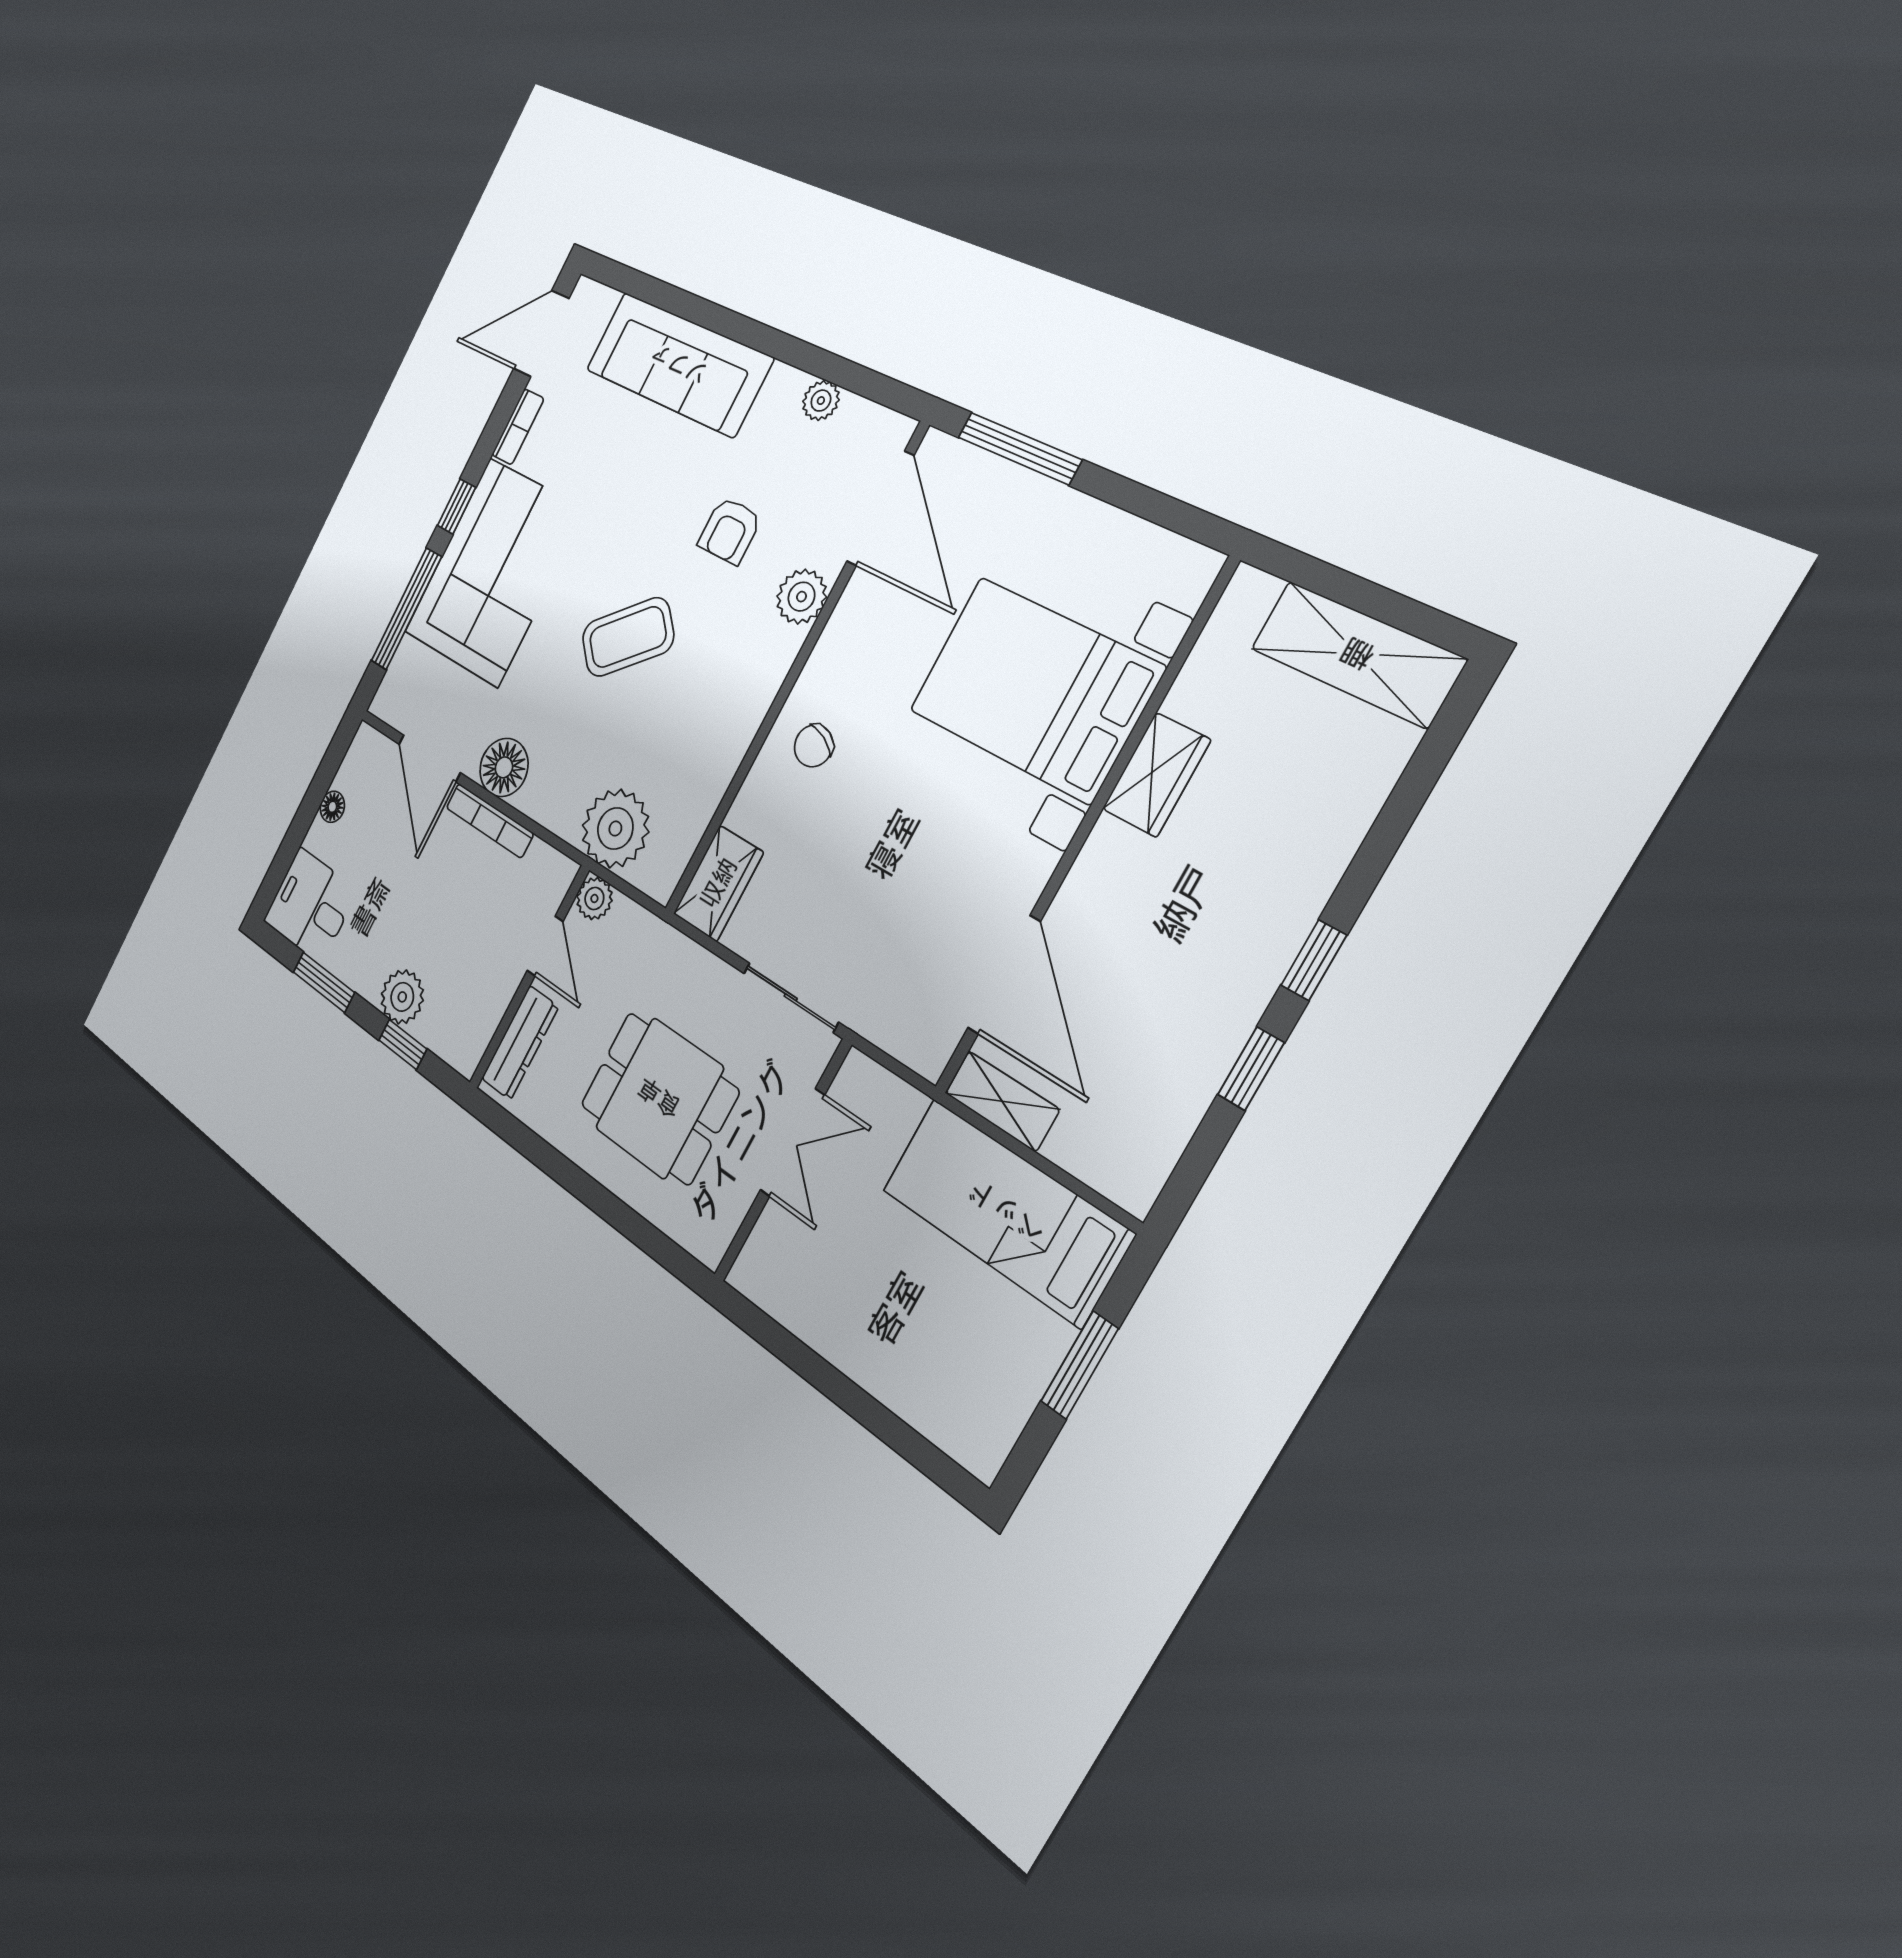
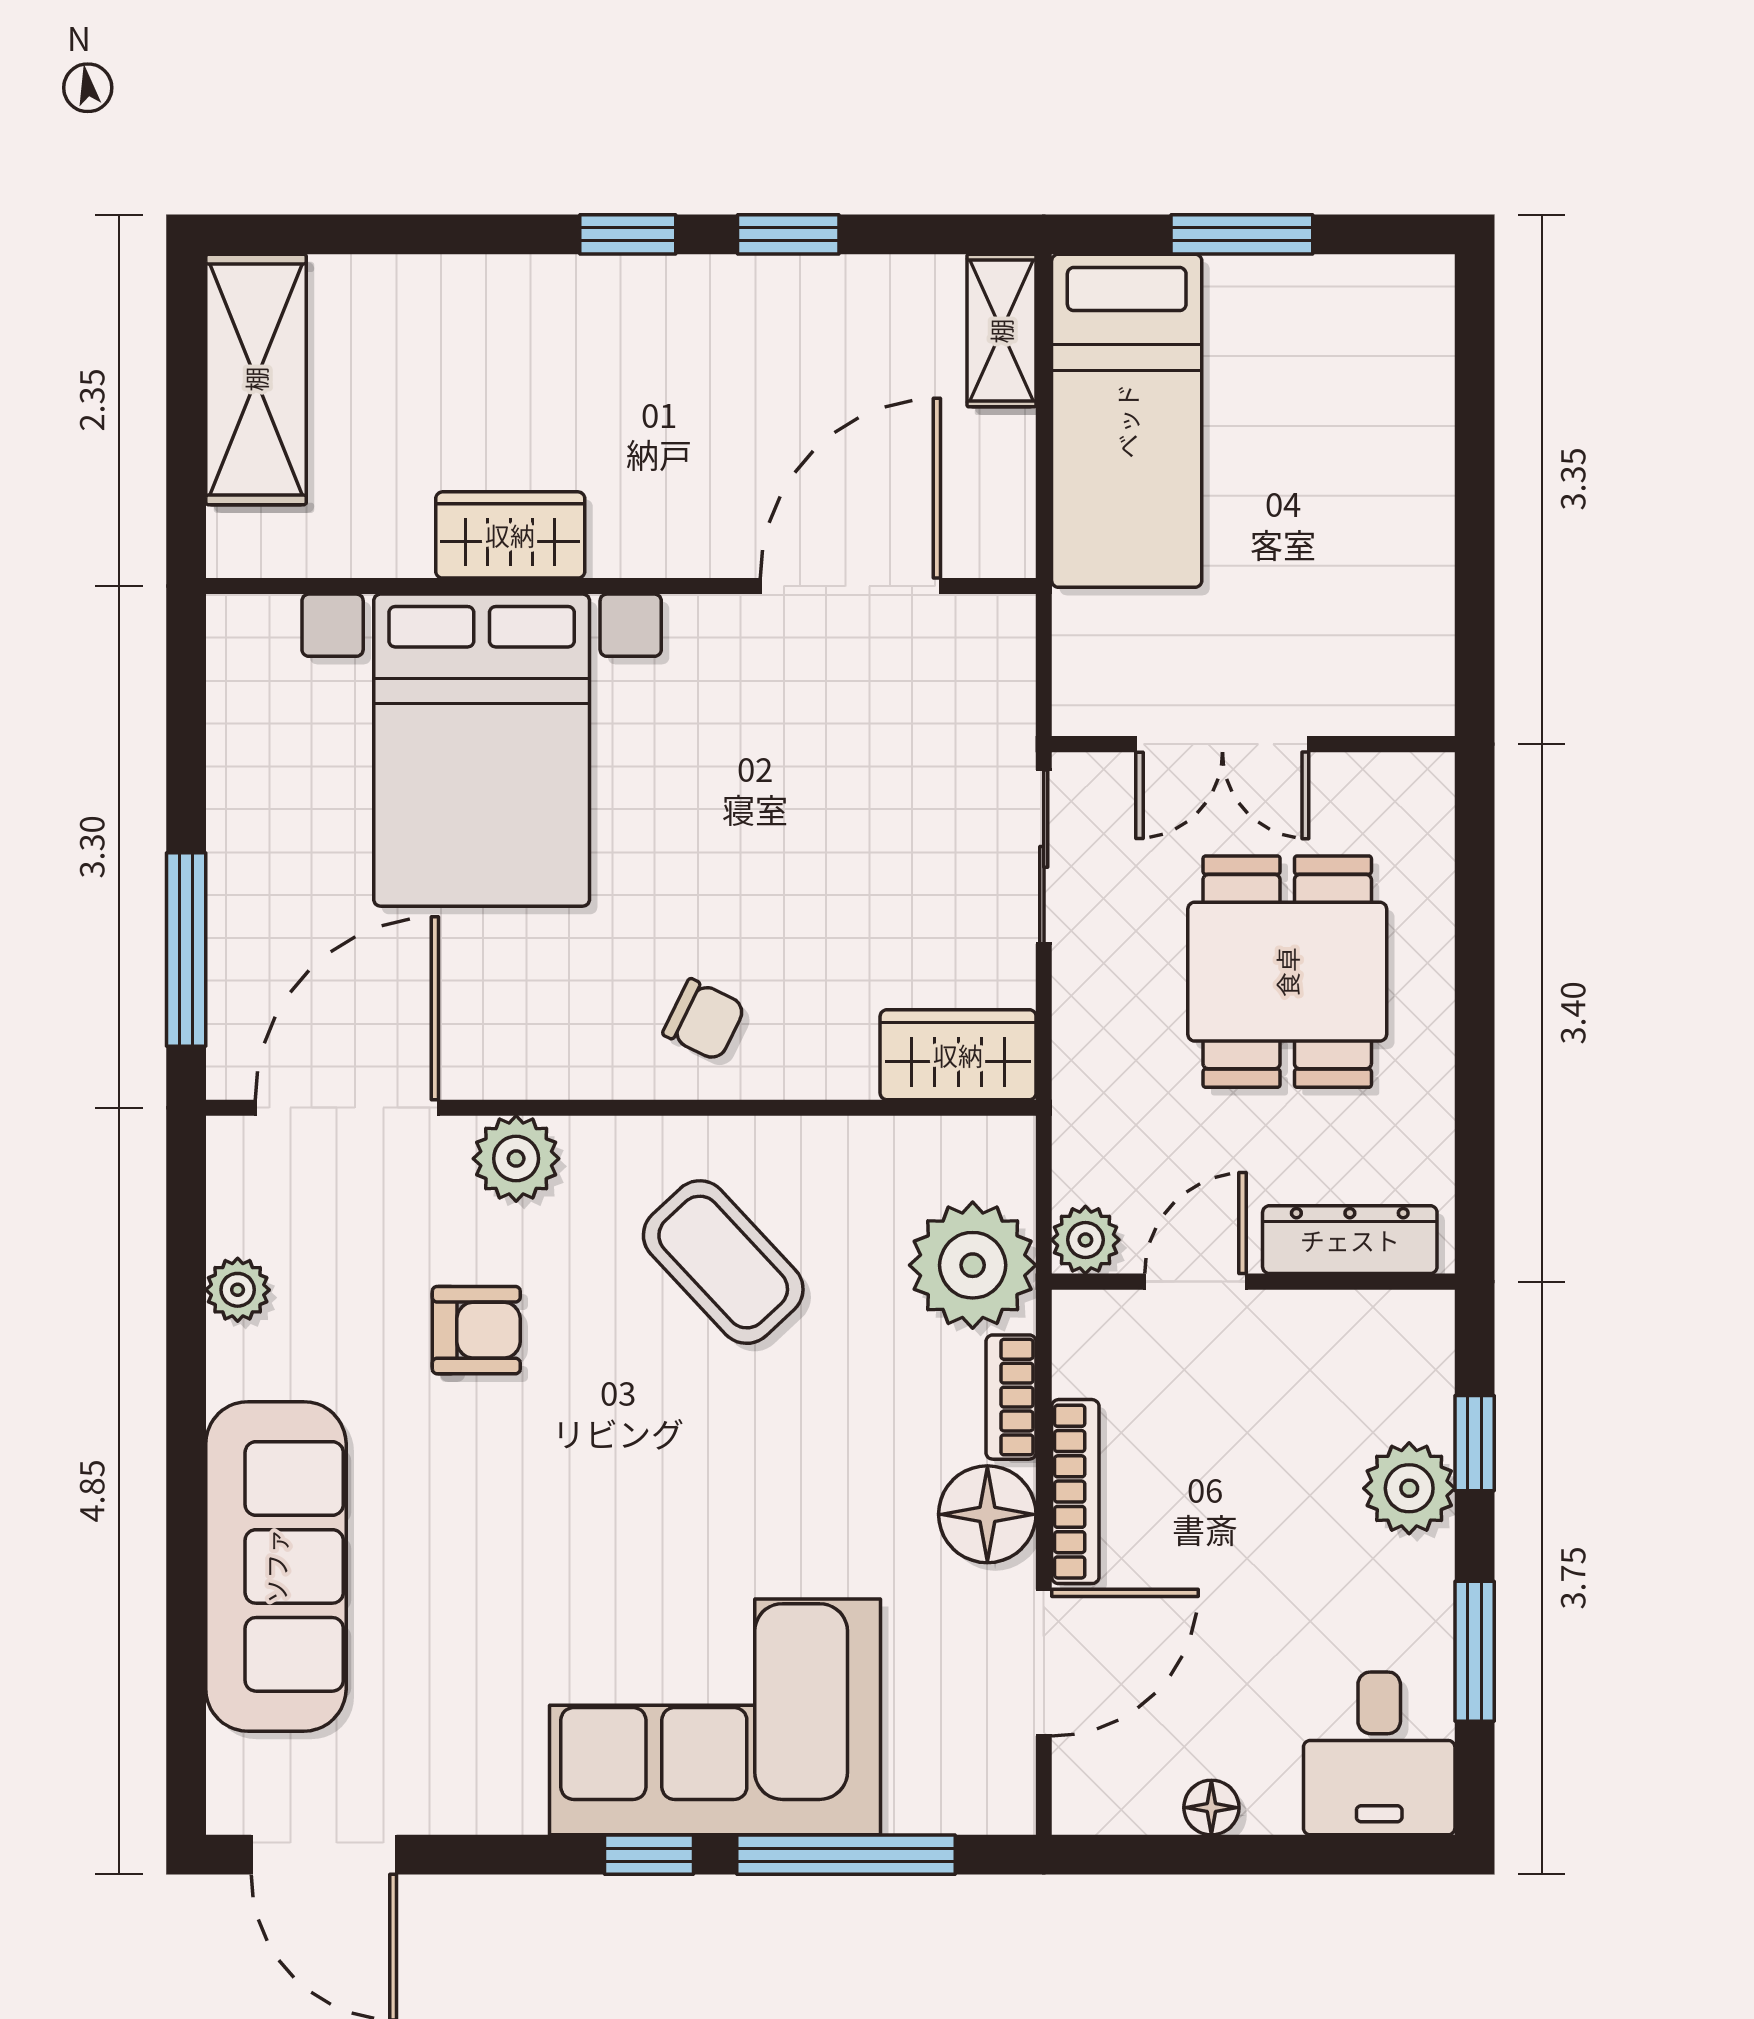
bookcase: (518, 427) -> (1011, 1397), moved, turned -90
coffee table: (628, 637) -> (723, 1262), moved
shelving: (1002, 1101) -> (1001, 331), moved
double door: (792, 1143) -> (1222, 744), swing flipped

